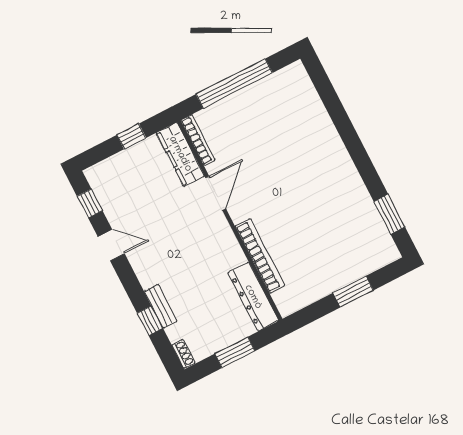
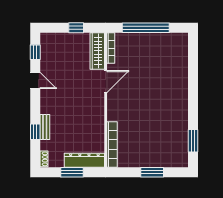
bookcase: (260, 256) -> (112, 145), moved
dresser: (253, 297) -> (84, 160), moved, turned 90

